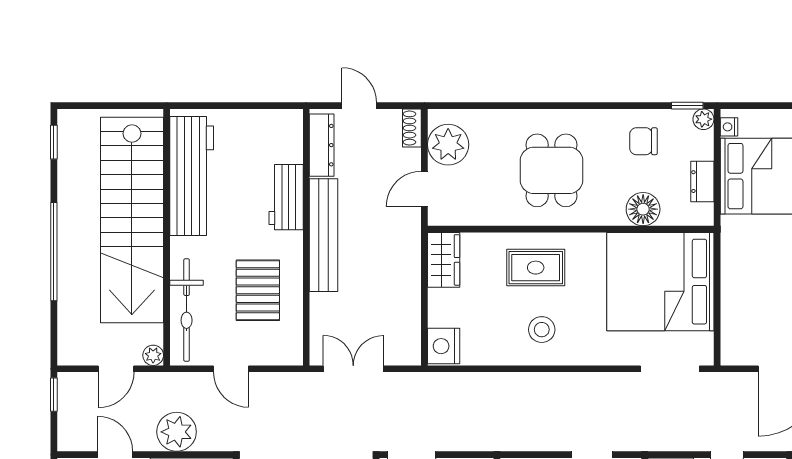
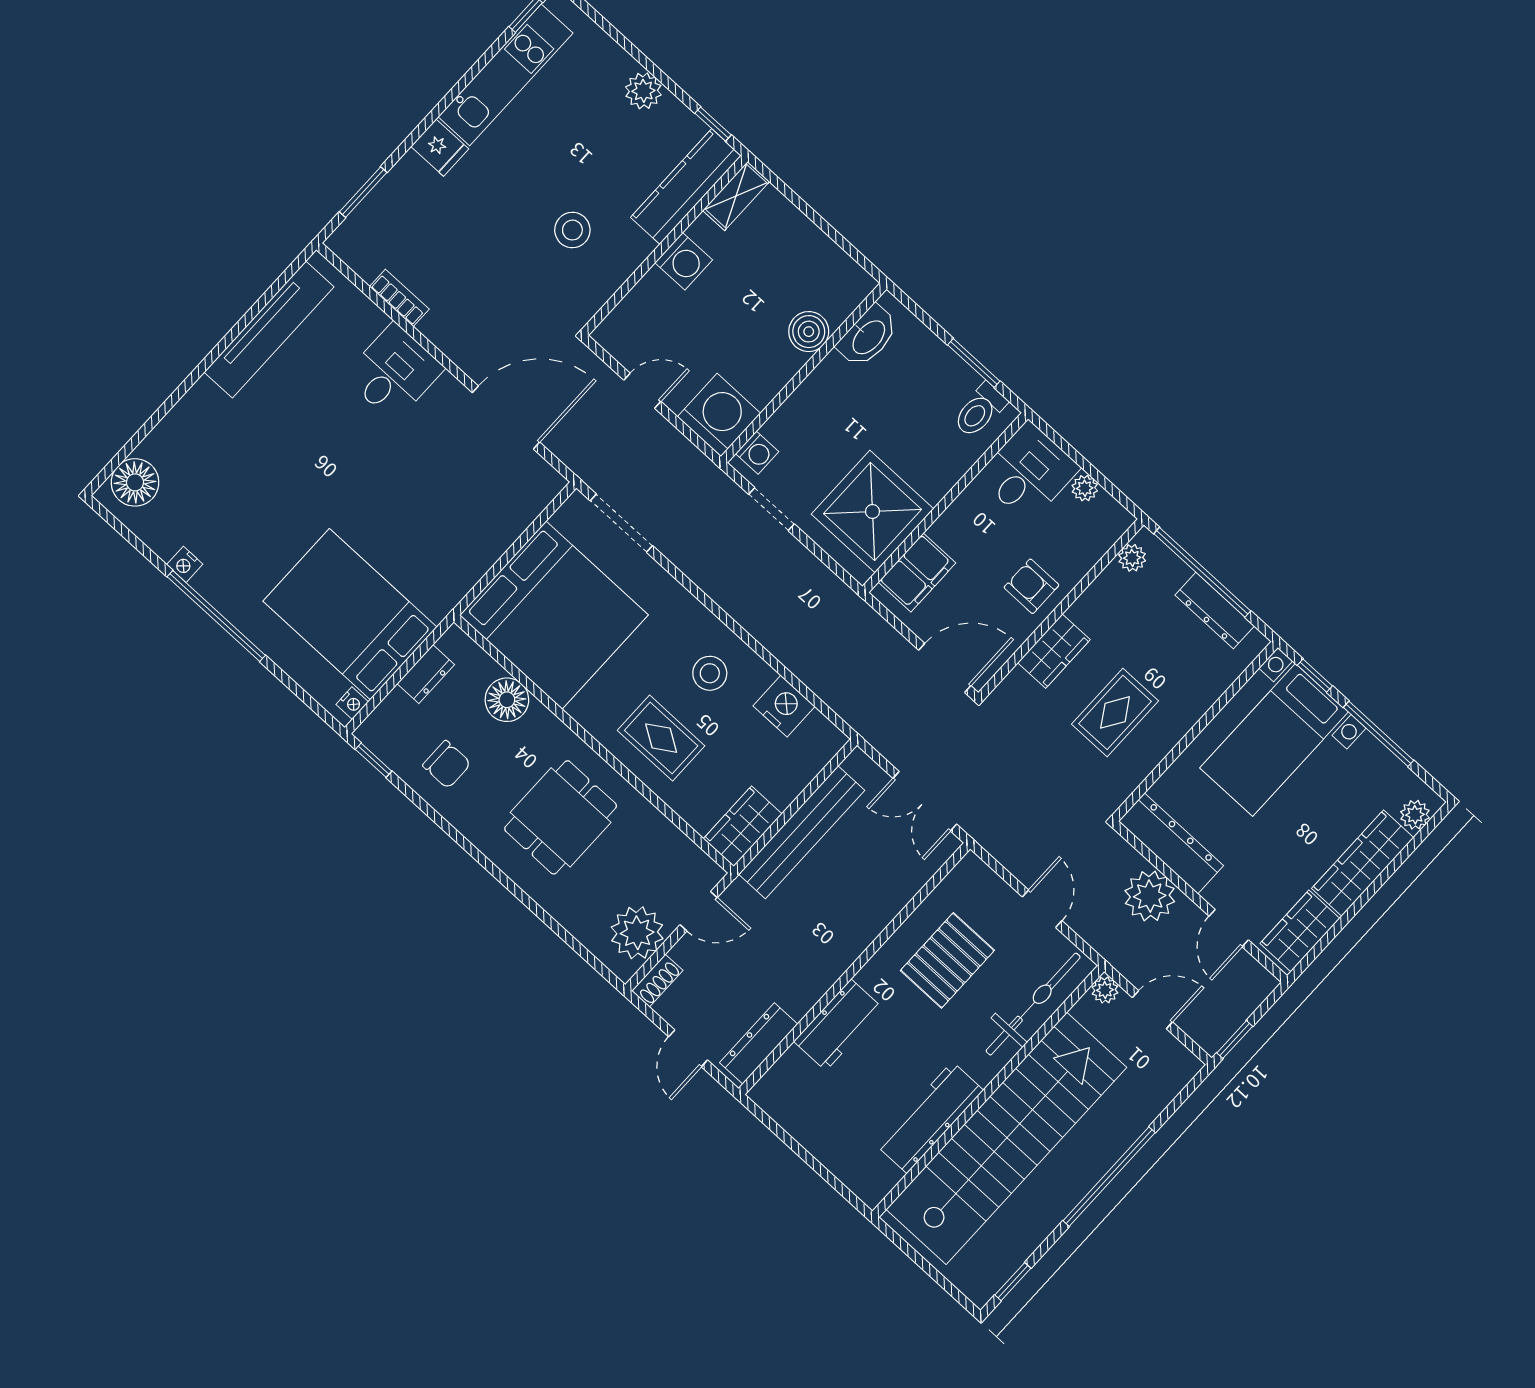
plant: (703, 119) -> (370, 733), removed
workbench: (192, 176) -> (930, 1118), width x0.73, depth x0.76
bench: (324, 235) -> (802, 832), moved
nightstand: (444, 346) -> (784, 706), moved, turned -90

